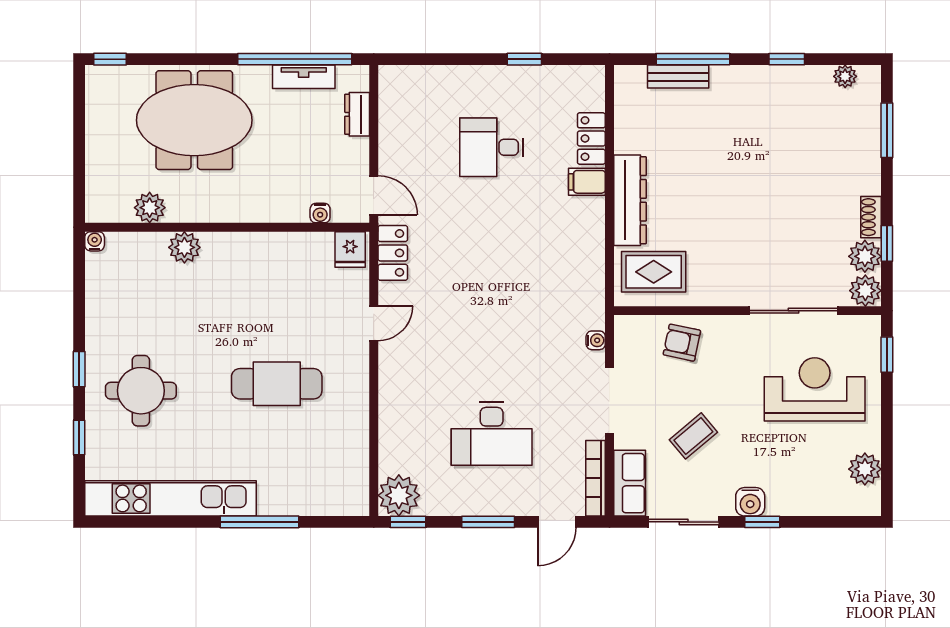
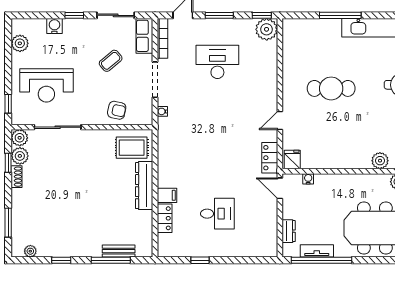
water cooler: (750, 502) -> (54, 26), moved

